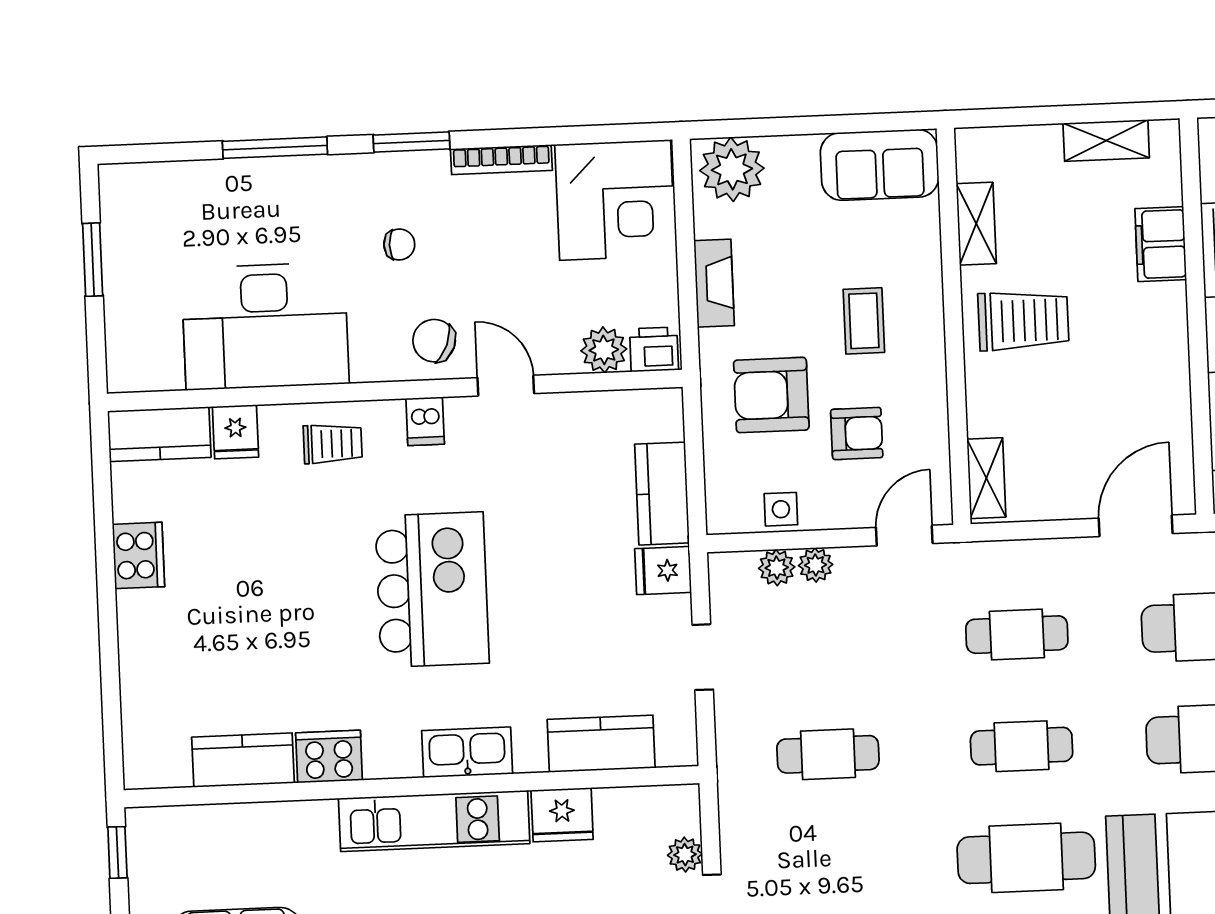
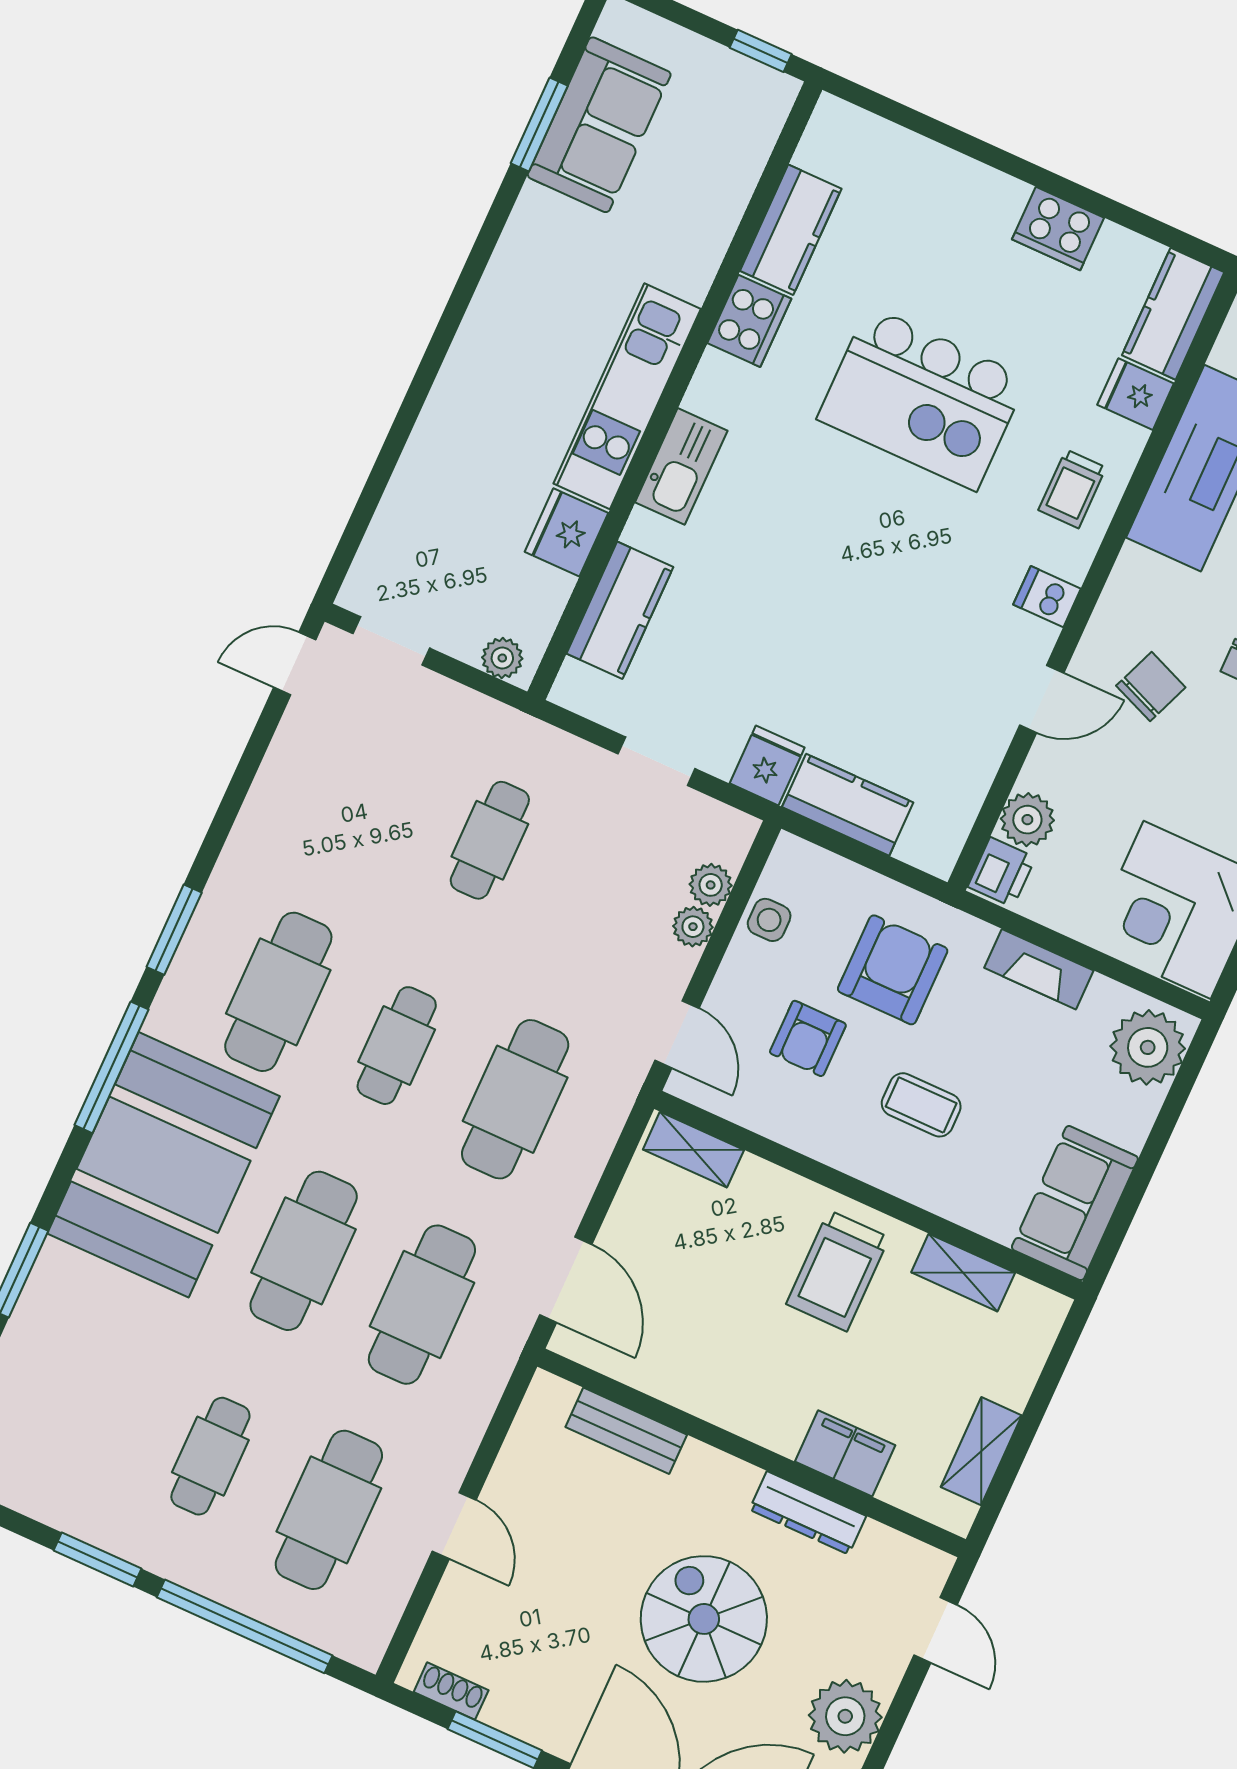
chair: (434, 341) -> (1151, 687), moved
kitchen island: (432, 590) -> (922, 398), moved
cafe table: (1017, 635) -> (515, 1099), width x1.37, depth x1.35
plant: (685, 855) -> (502, 658), moved

